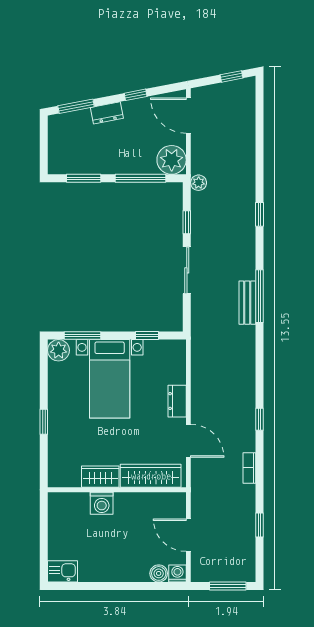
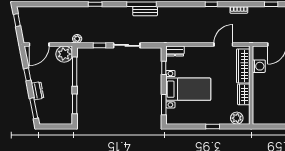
plant: (59, 350) -> (237, 118), moved
dresser: (177, 401) -> (175, 51), moved
washing machine: (102, 503) -> (259, 66), moved

